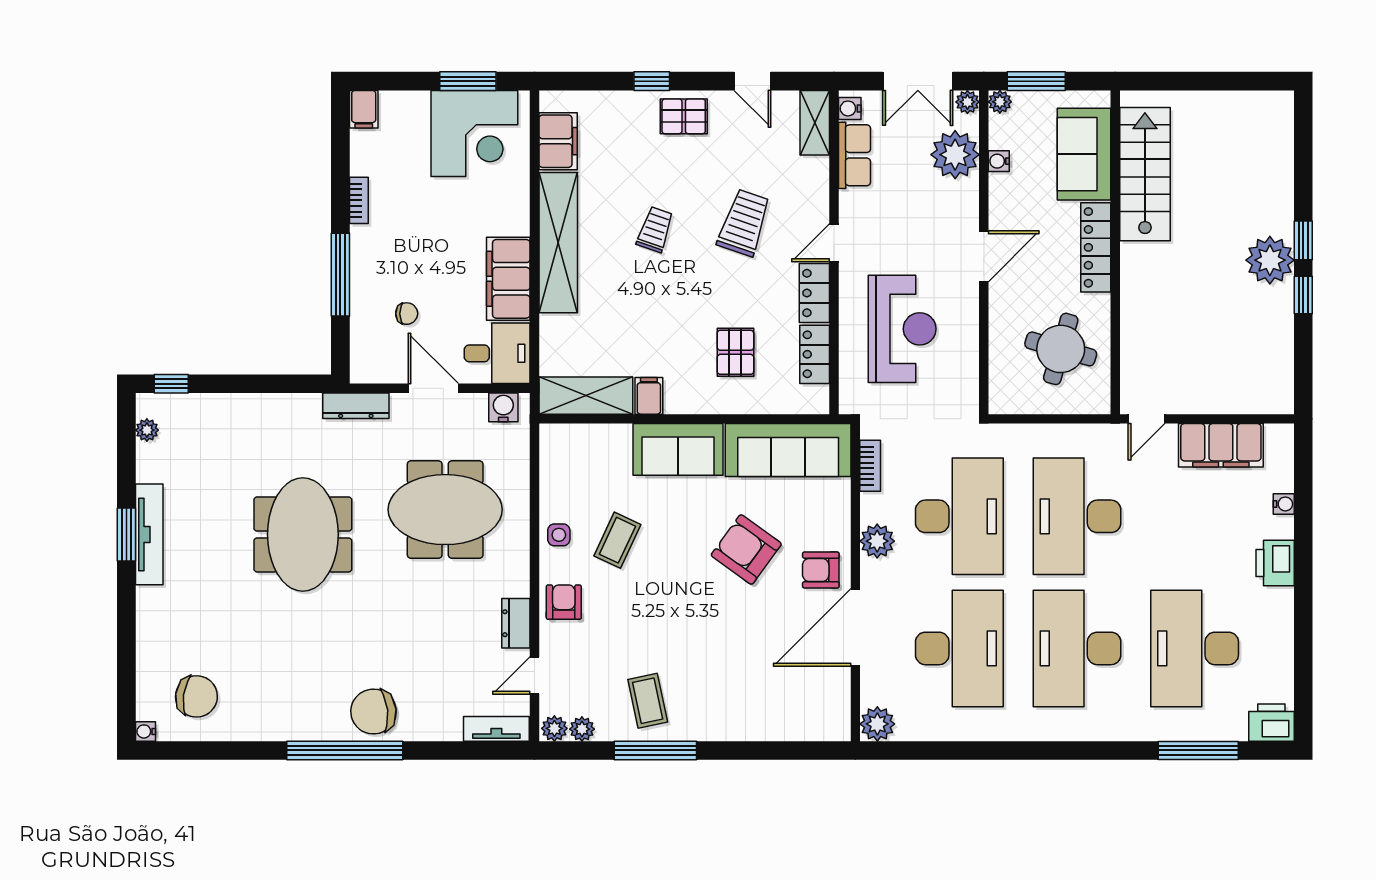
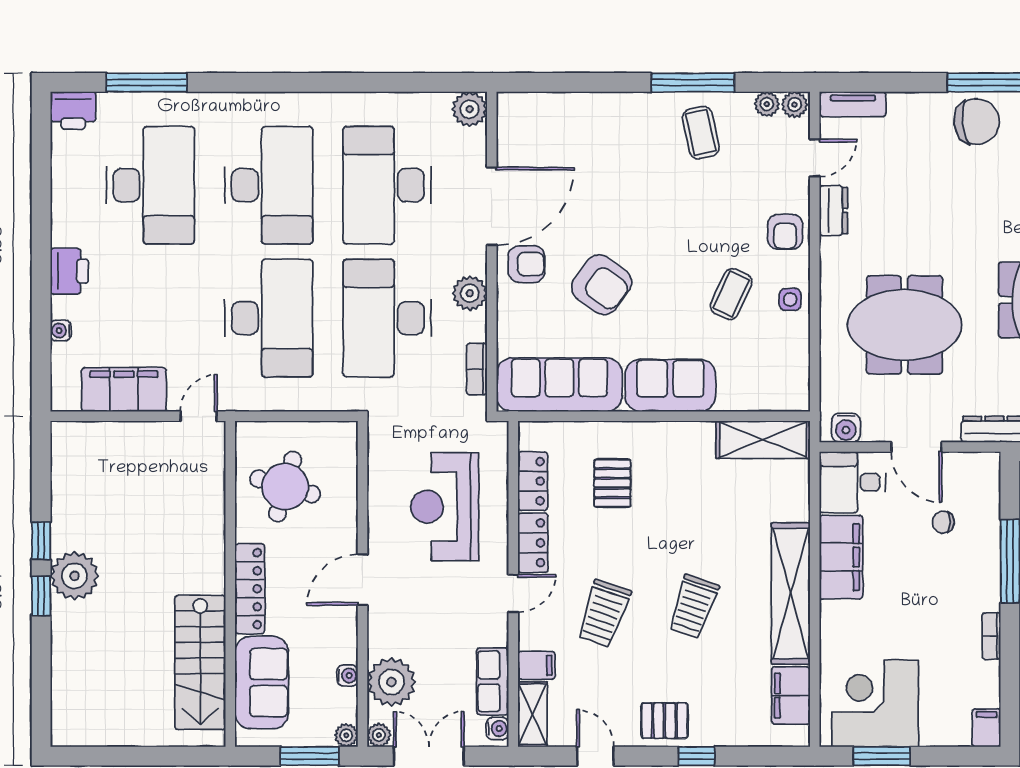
trolley: (655, 229) -> (693, 607), width x1.36, depth x1.39
filing cabinet: (649, 396) -> (536, 665), moved, turned -90

